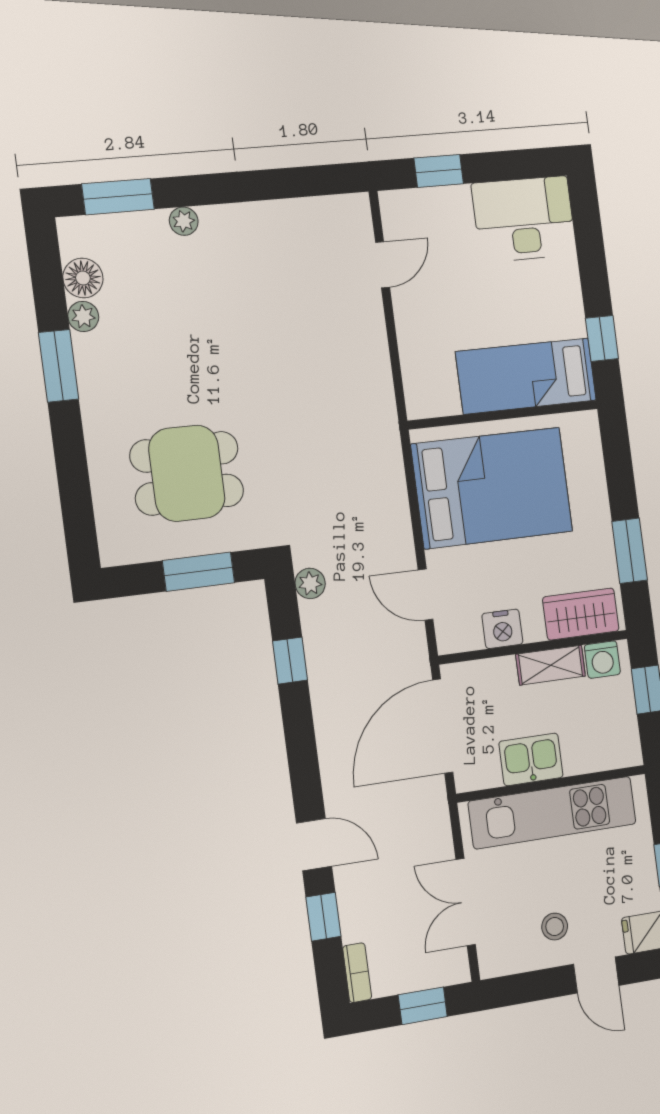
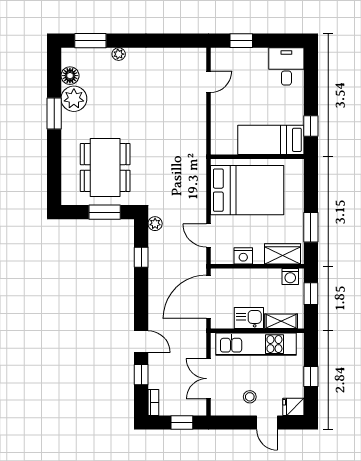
desk: (524, 219) -> (286, 66), width x0.73
plant: (83, 316) -> (74, 99), width x1.87, depth x1.87
dining table: (187, 473) -> (105, 167), width x1.38
shelving: (551, 665) -> (281, 321), moved

